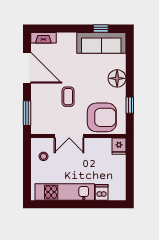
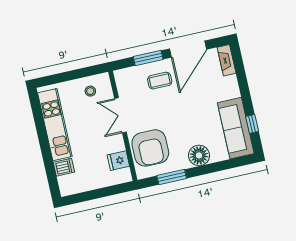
coffee table: (68, 97) -> (160, 81), moved
window: (130, 105) -> (172, 177), width x1.50
window: (27, 113) -> (148, 58), moved
fridge: (119, 146) -> (118, 161), moved

